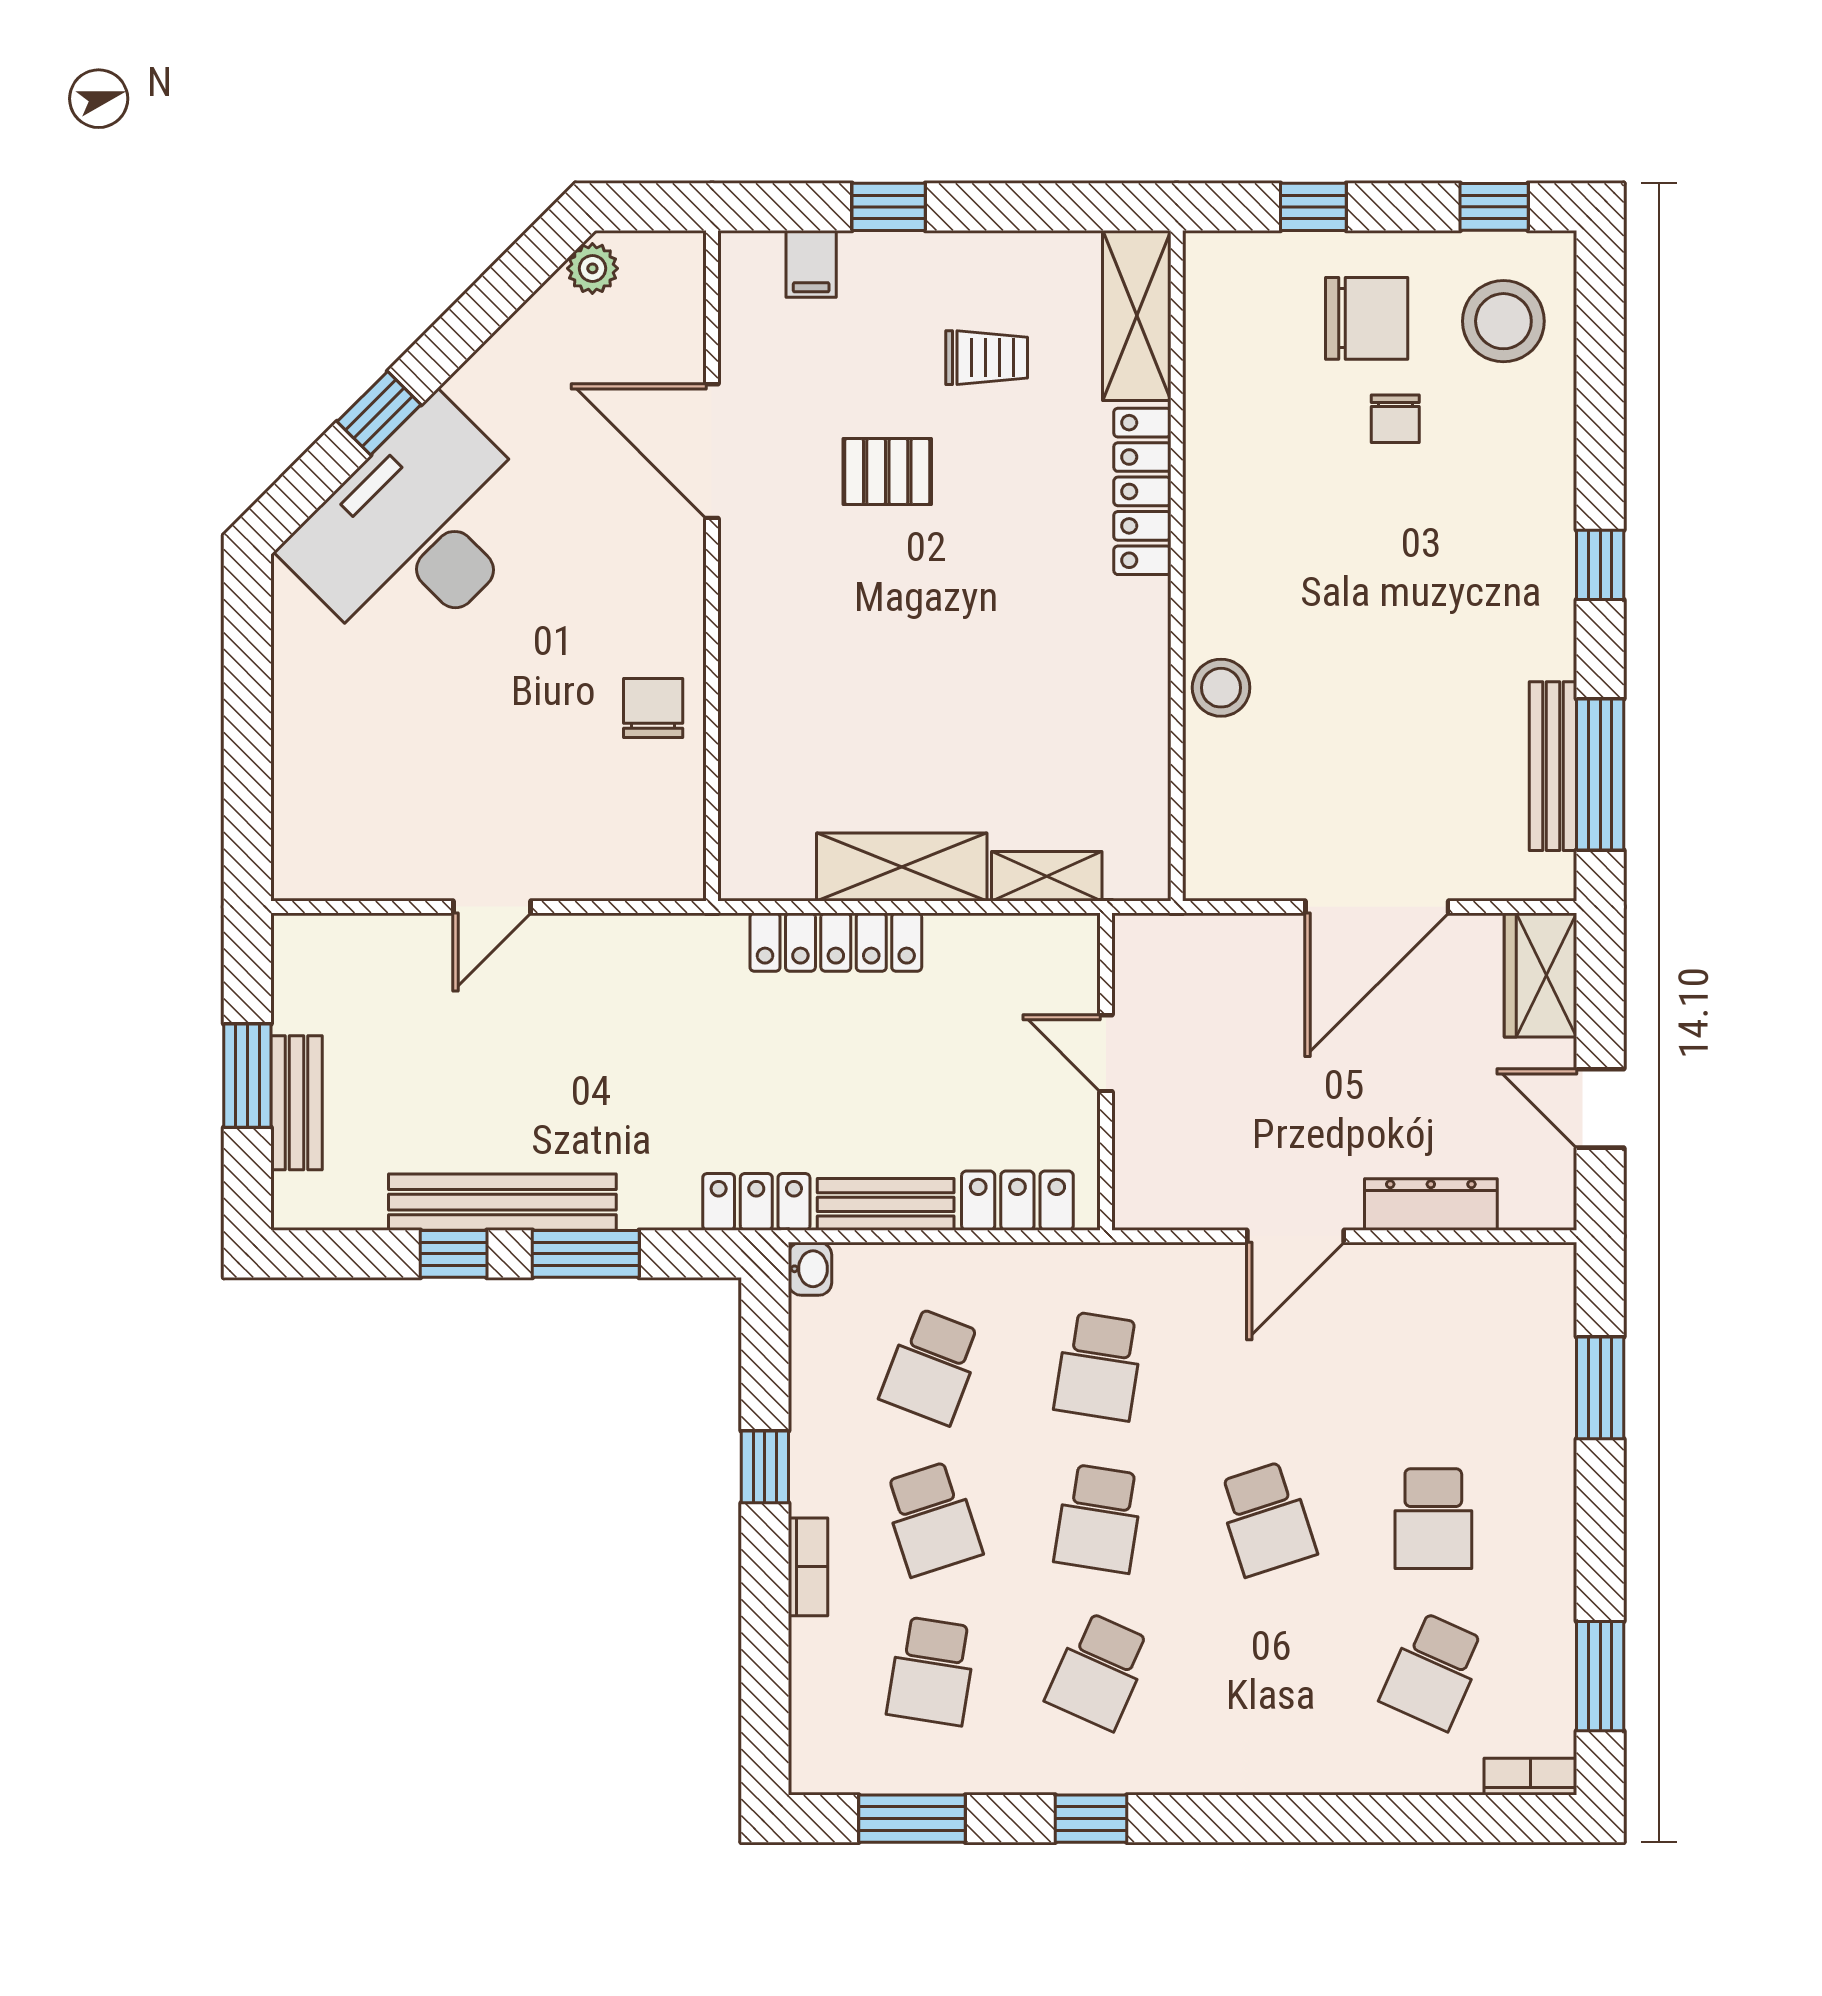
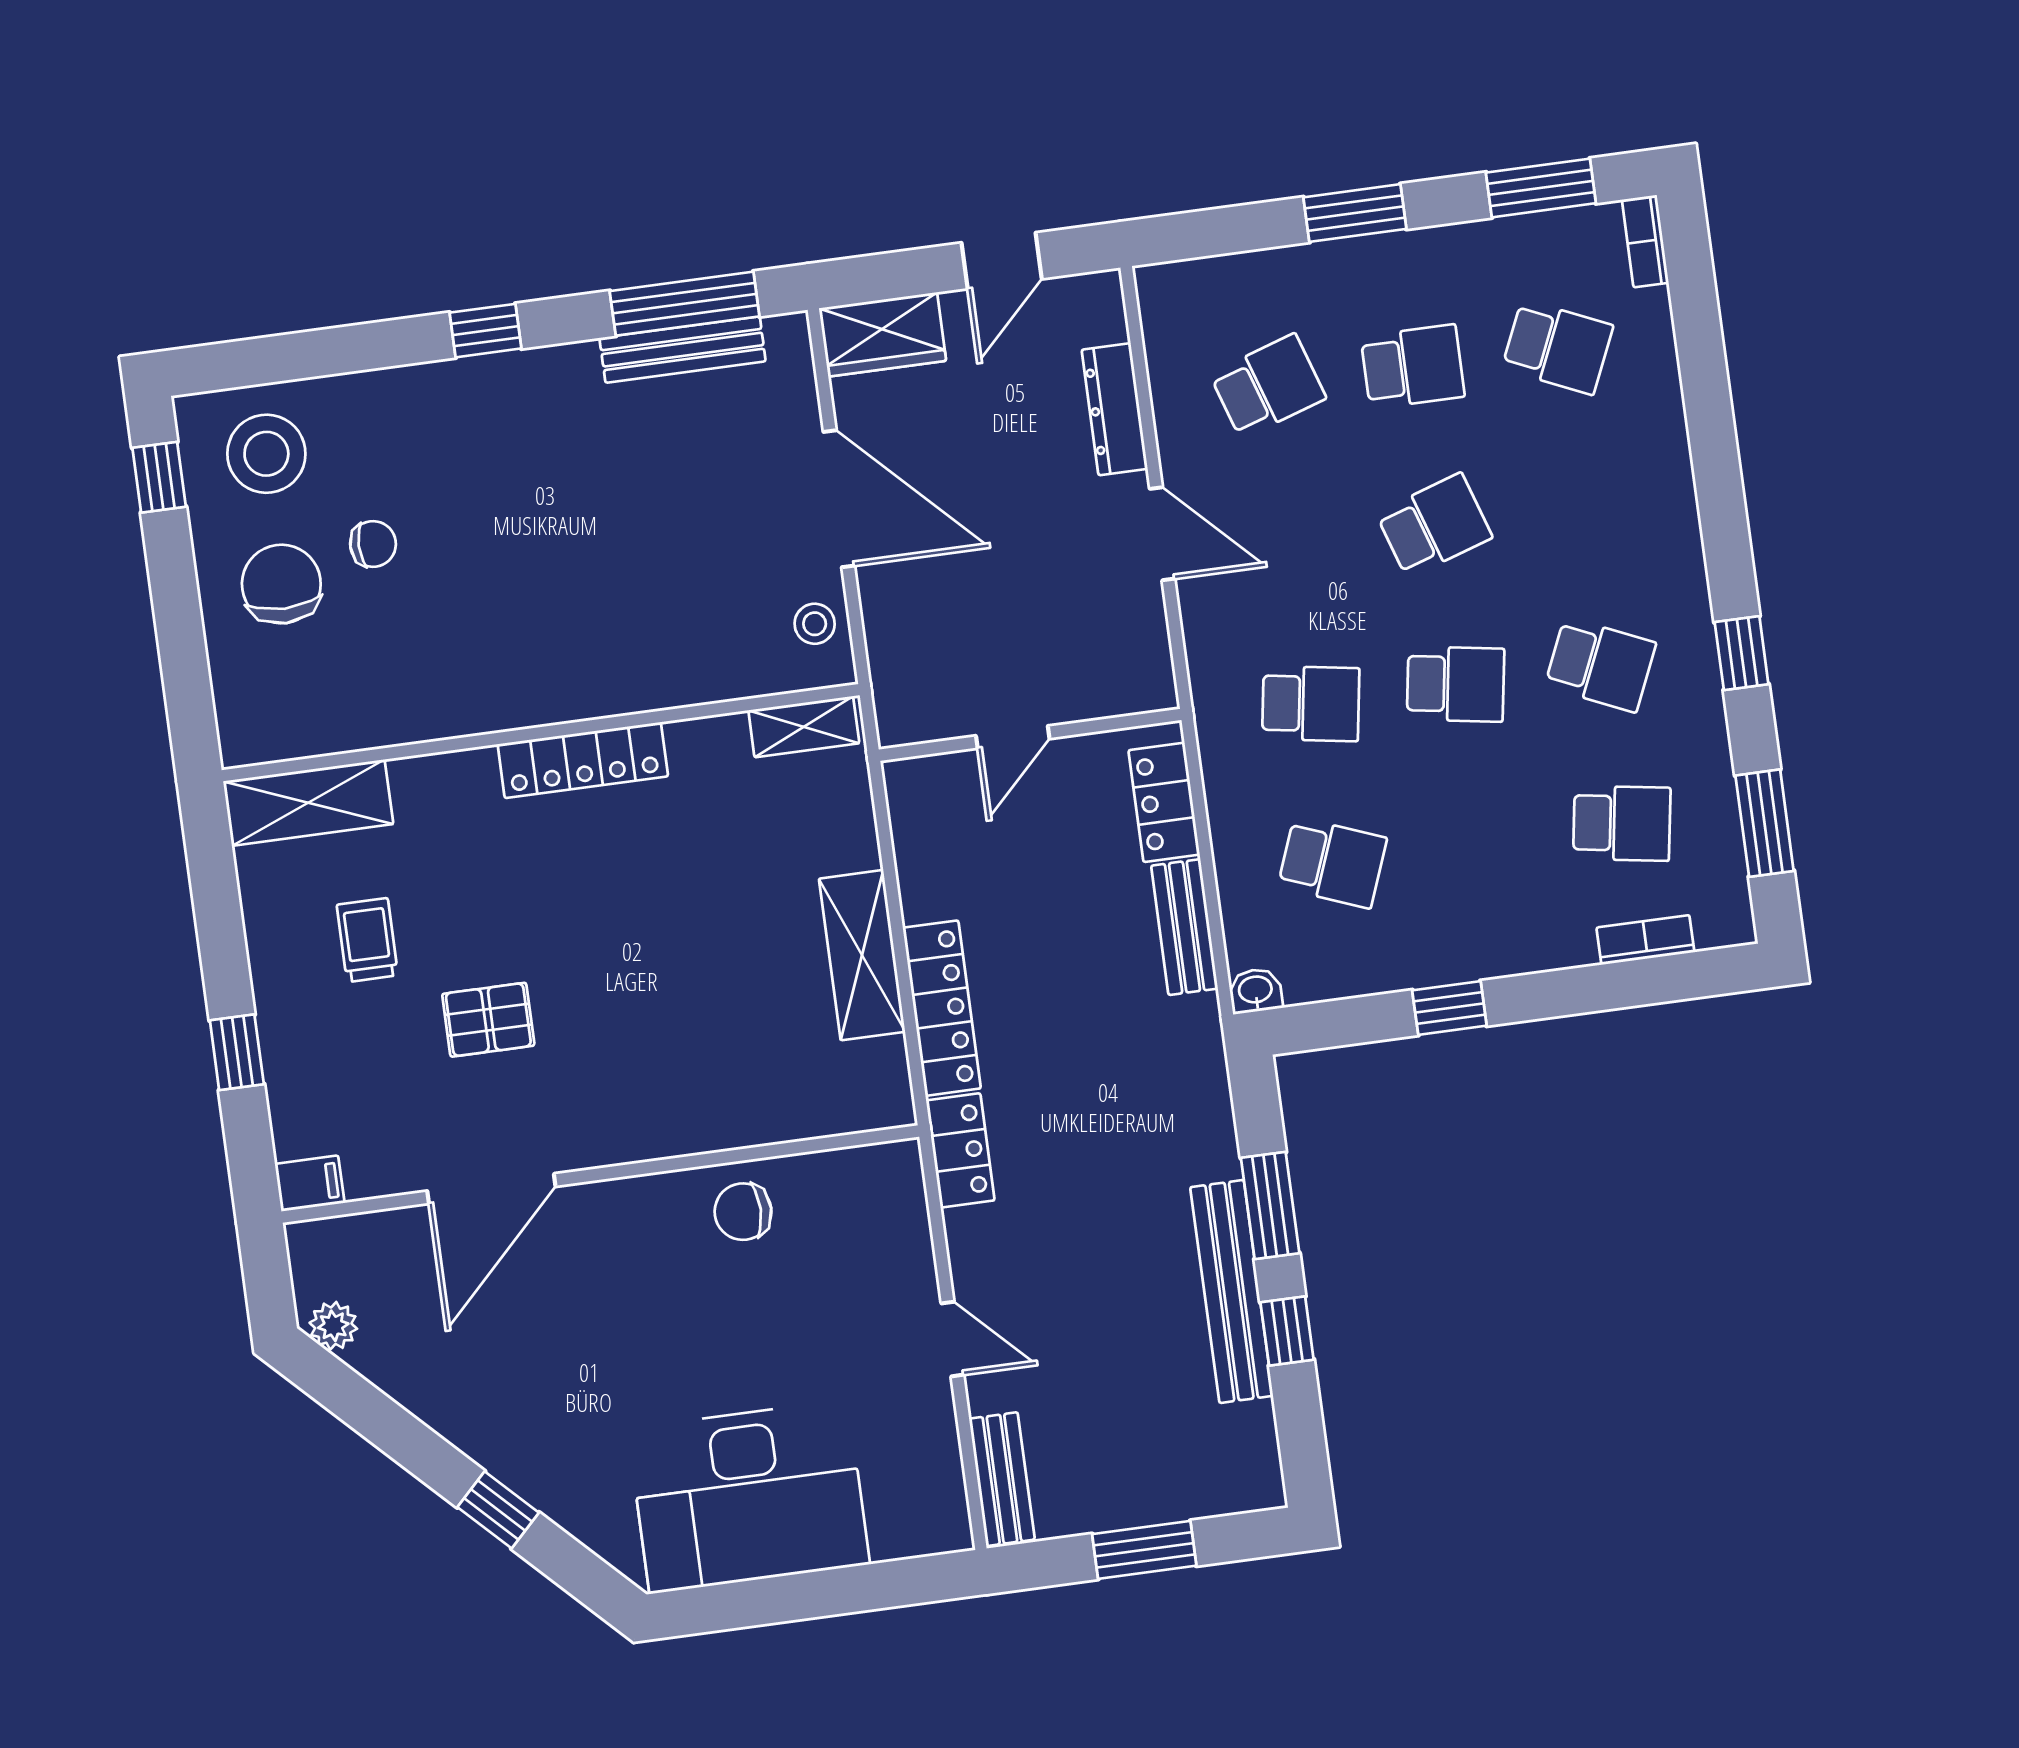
window: (1313, 207) -> (182, 649), removed
filing cabinet: (811, 264) -> (310, 1183), moved
pallet: (887, 472) -> (488, 1020), turned 90
locker: (1142, 491) -> (583, 760), moved
desk: (417, 531) -> (749, 1497), moved, turned -45
stool: (1221, 688) -> (815, 624), moved, width x0.73, depth x0.73
shelving: (1047, 876) -> (804, 727), moved, turned 90
bench: (296, 1103) -> (1002, 1479), moved, turned 90
locker: (756, 1202) -> (960, 1150), moved, turned 180
window: (1600, 1388) -> (1355, 213), moved
school desk: (932, 1519) -> (1268, 386), moved
bookcase: (808, 1567) -> (1645, 940), moved

